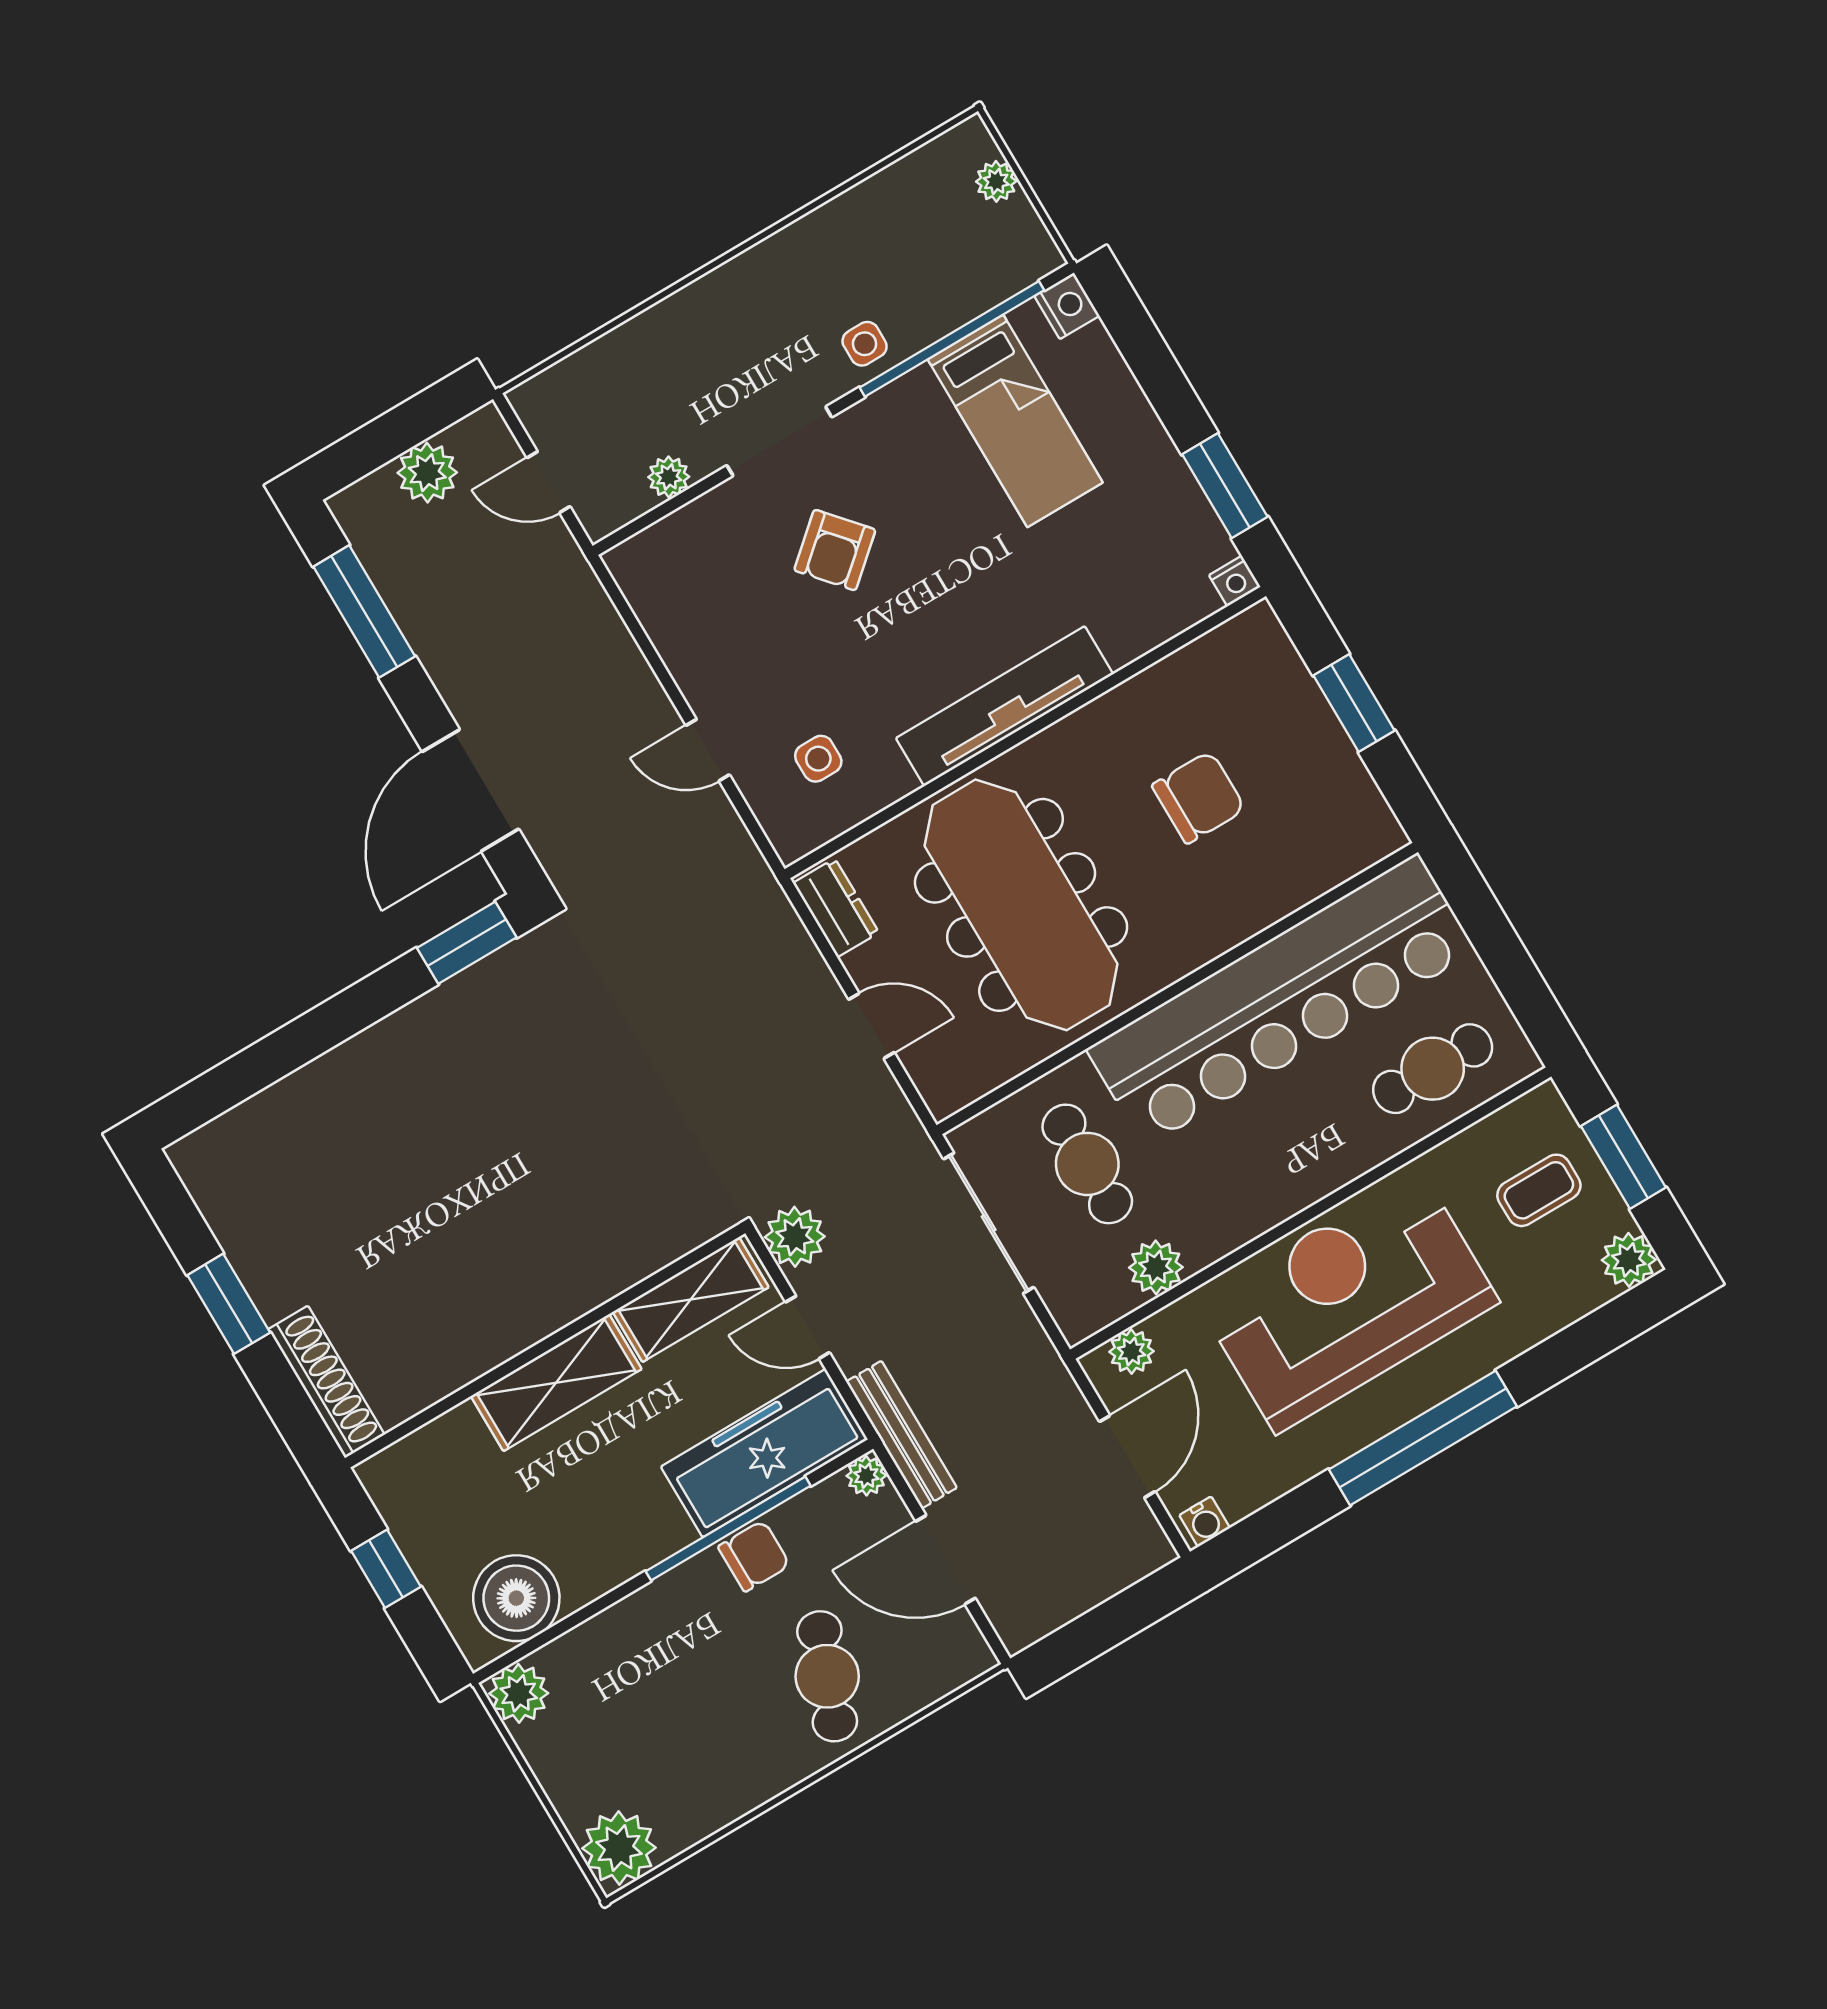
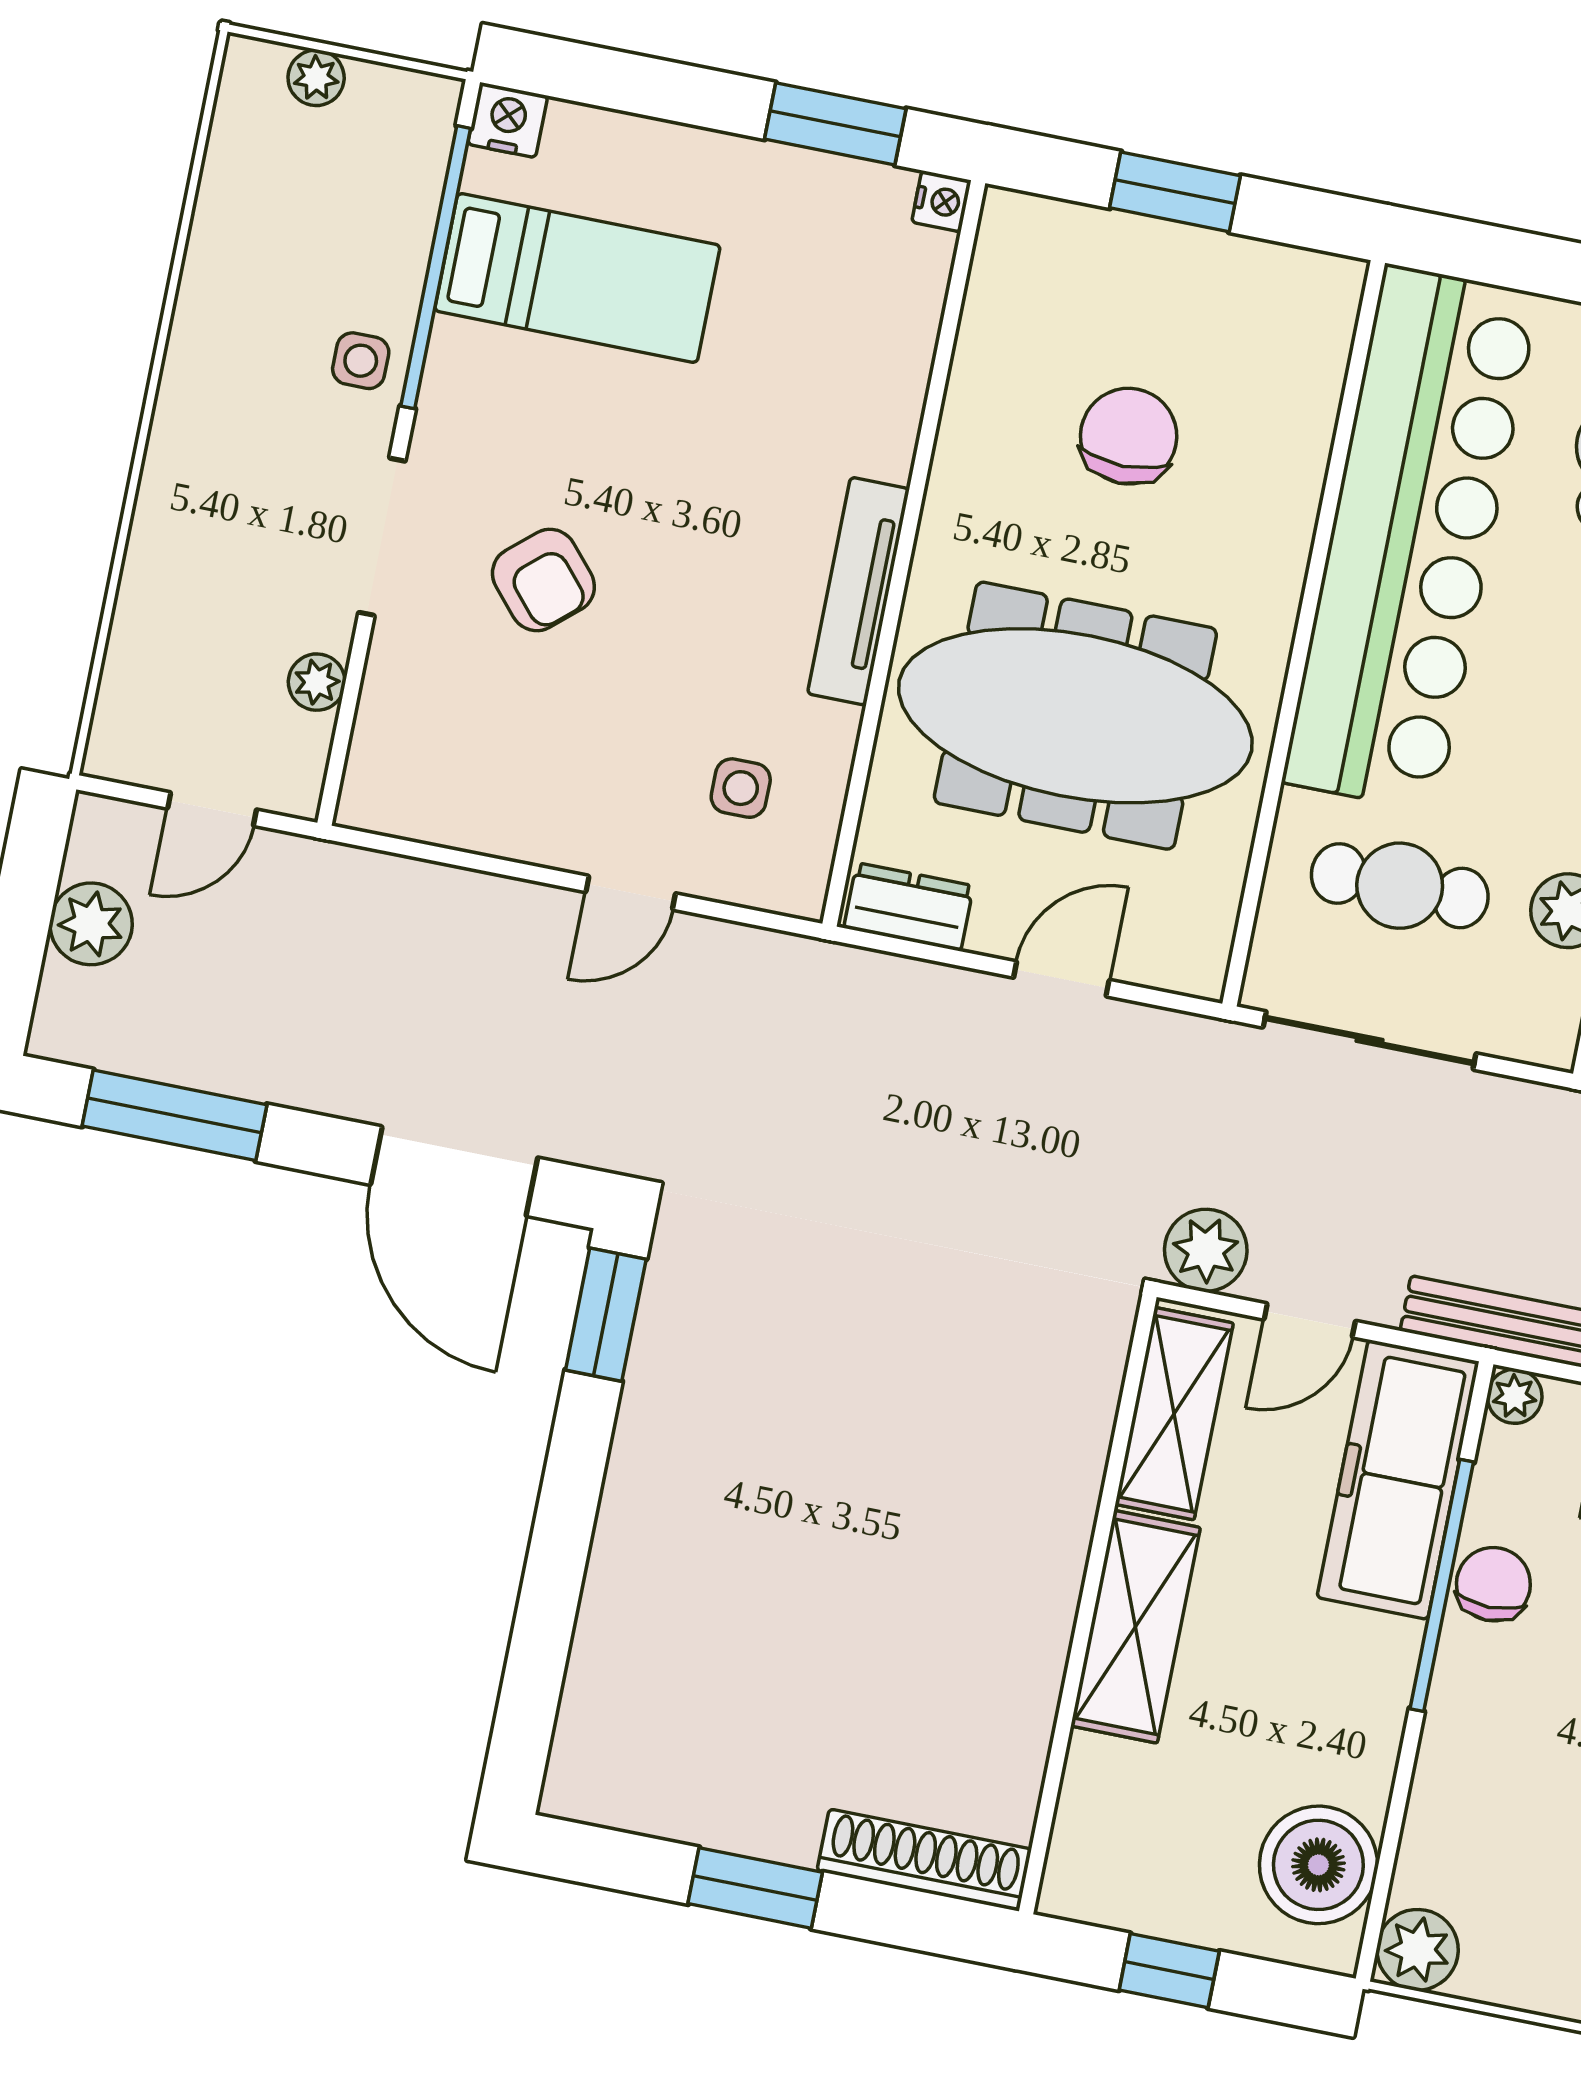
tv unit: (1005, 706) -> (858, 591), width x0.73, depth x0.78

